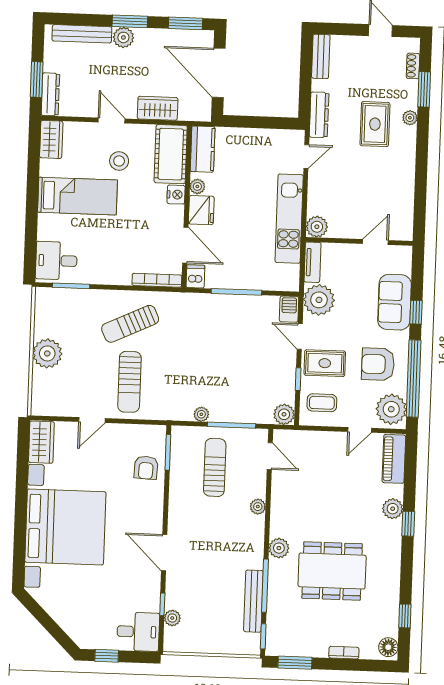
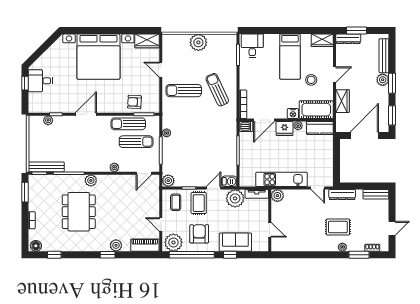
sun lounger: (183, 480) -> (128, 124), added
bench: (253, 601) -> (46, 167), moved
desk: (138, 632) -> (40, 81), moved, turned 90

